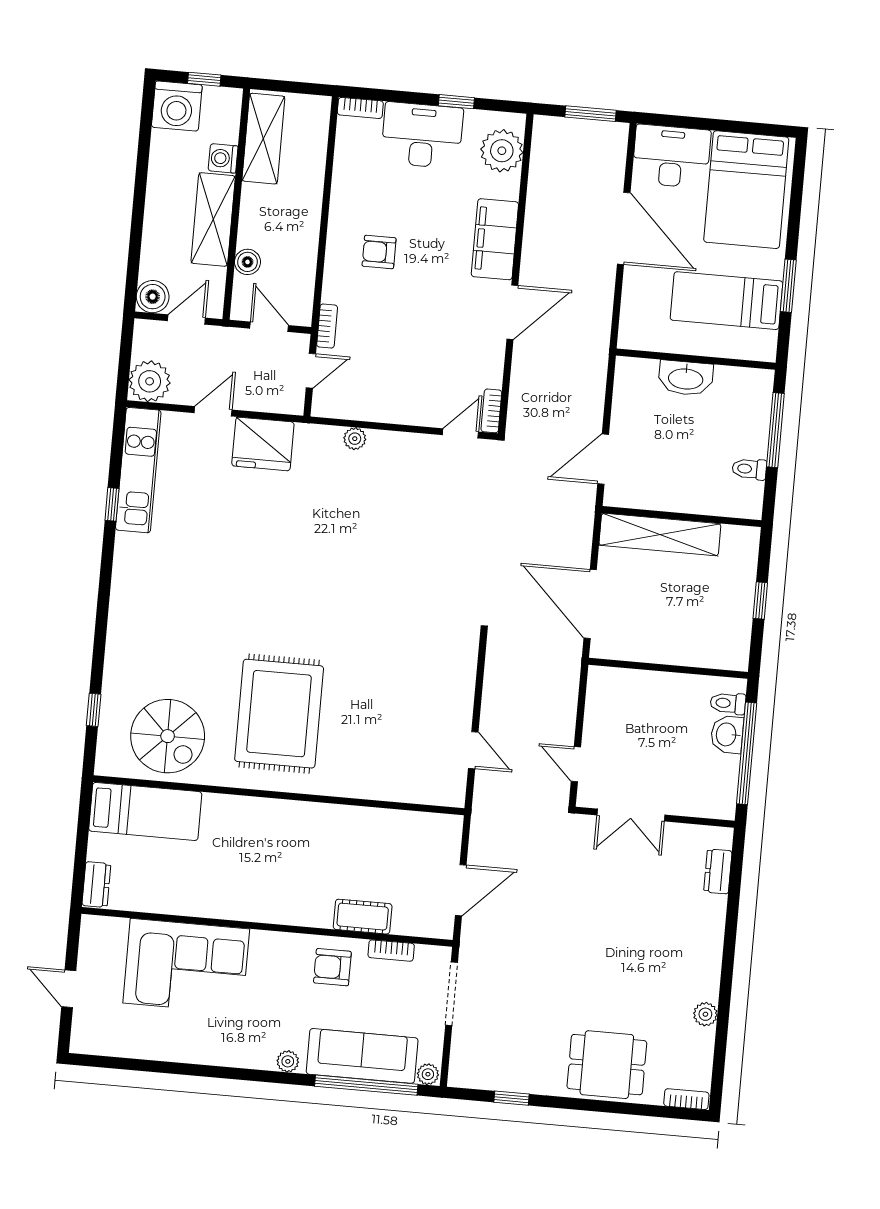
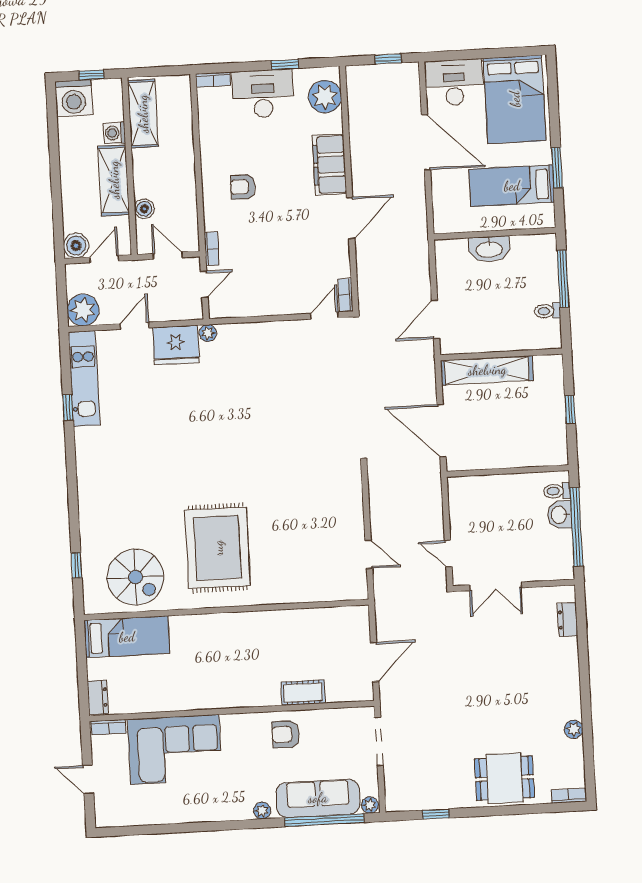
window: (591, 114) -> (388, 59), width x0.67
plant: (355, 439) -> (208, 333), moved
bookcase: (391, 951) -> (109, 727), moved

